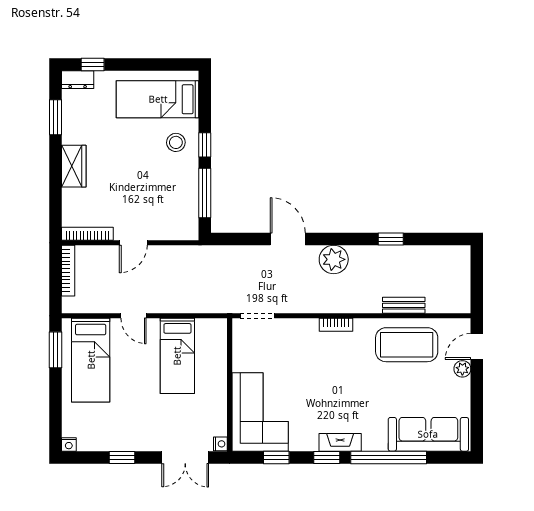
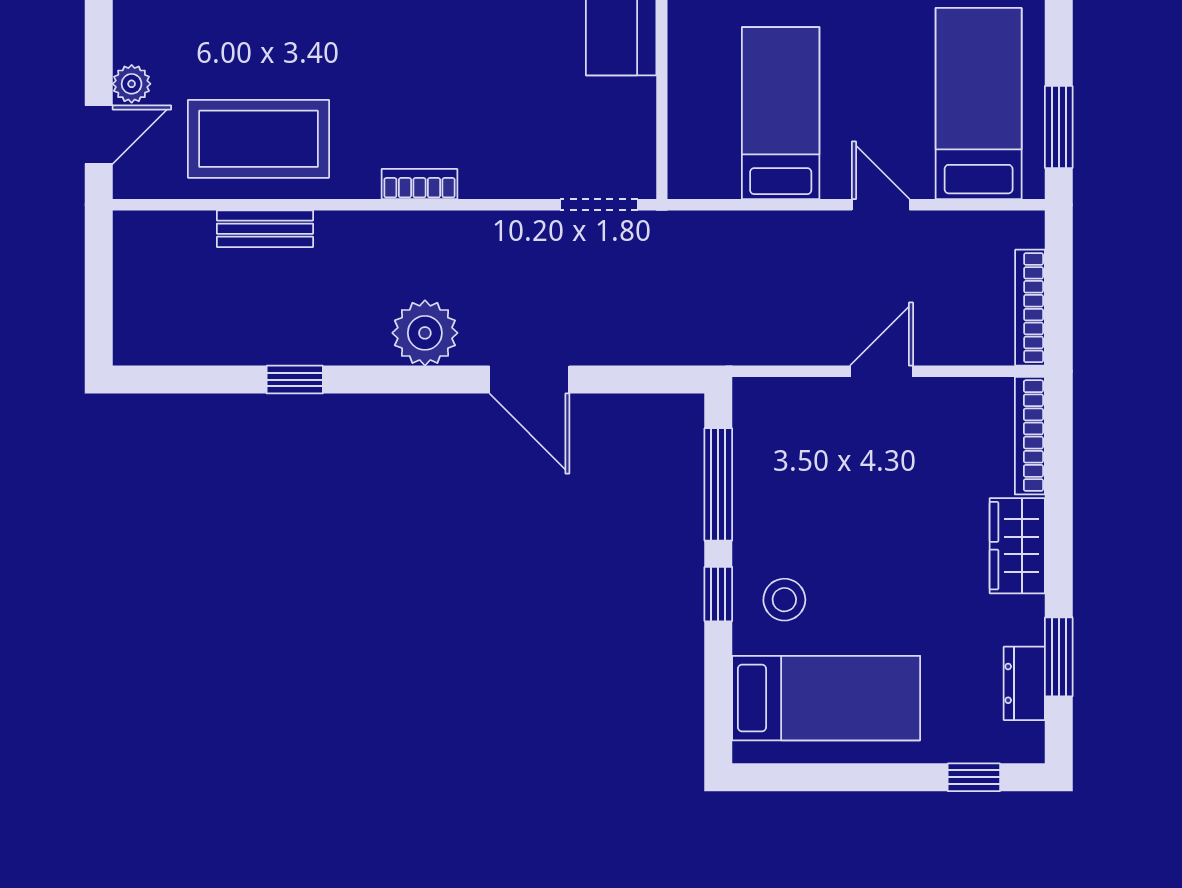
dresser: (78, 80) -> (1024, 683), moved, turned -90
bookcase: (87, 234) -> (1030, 436), moved, turned 90

